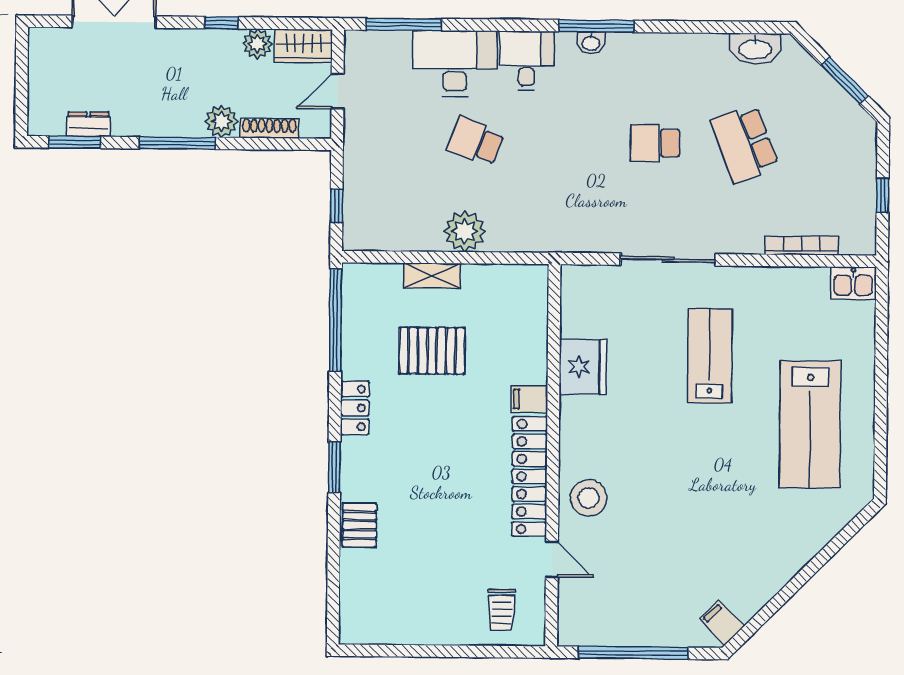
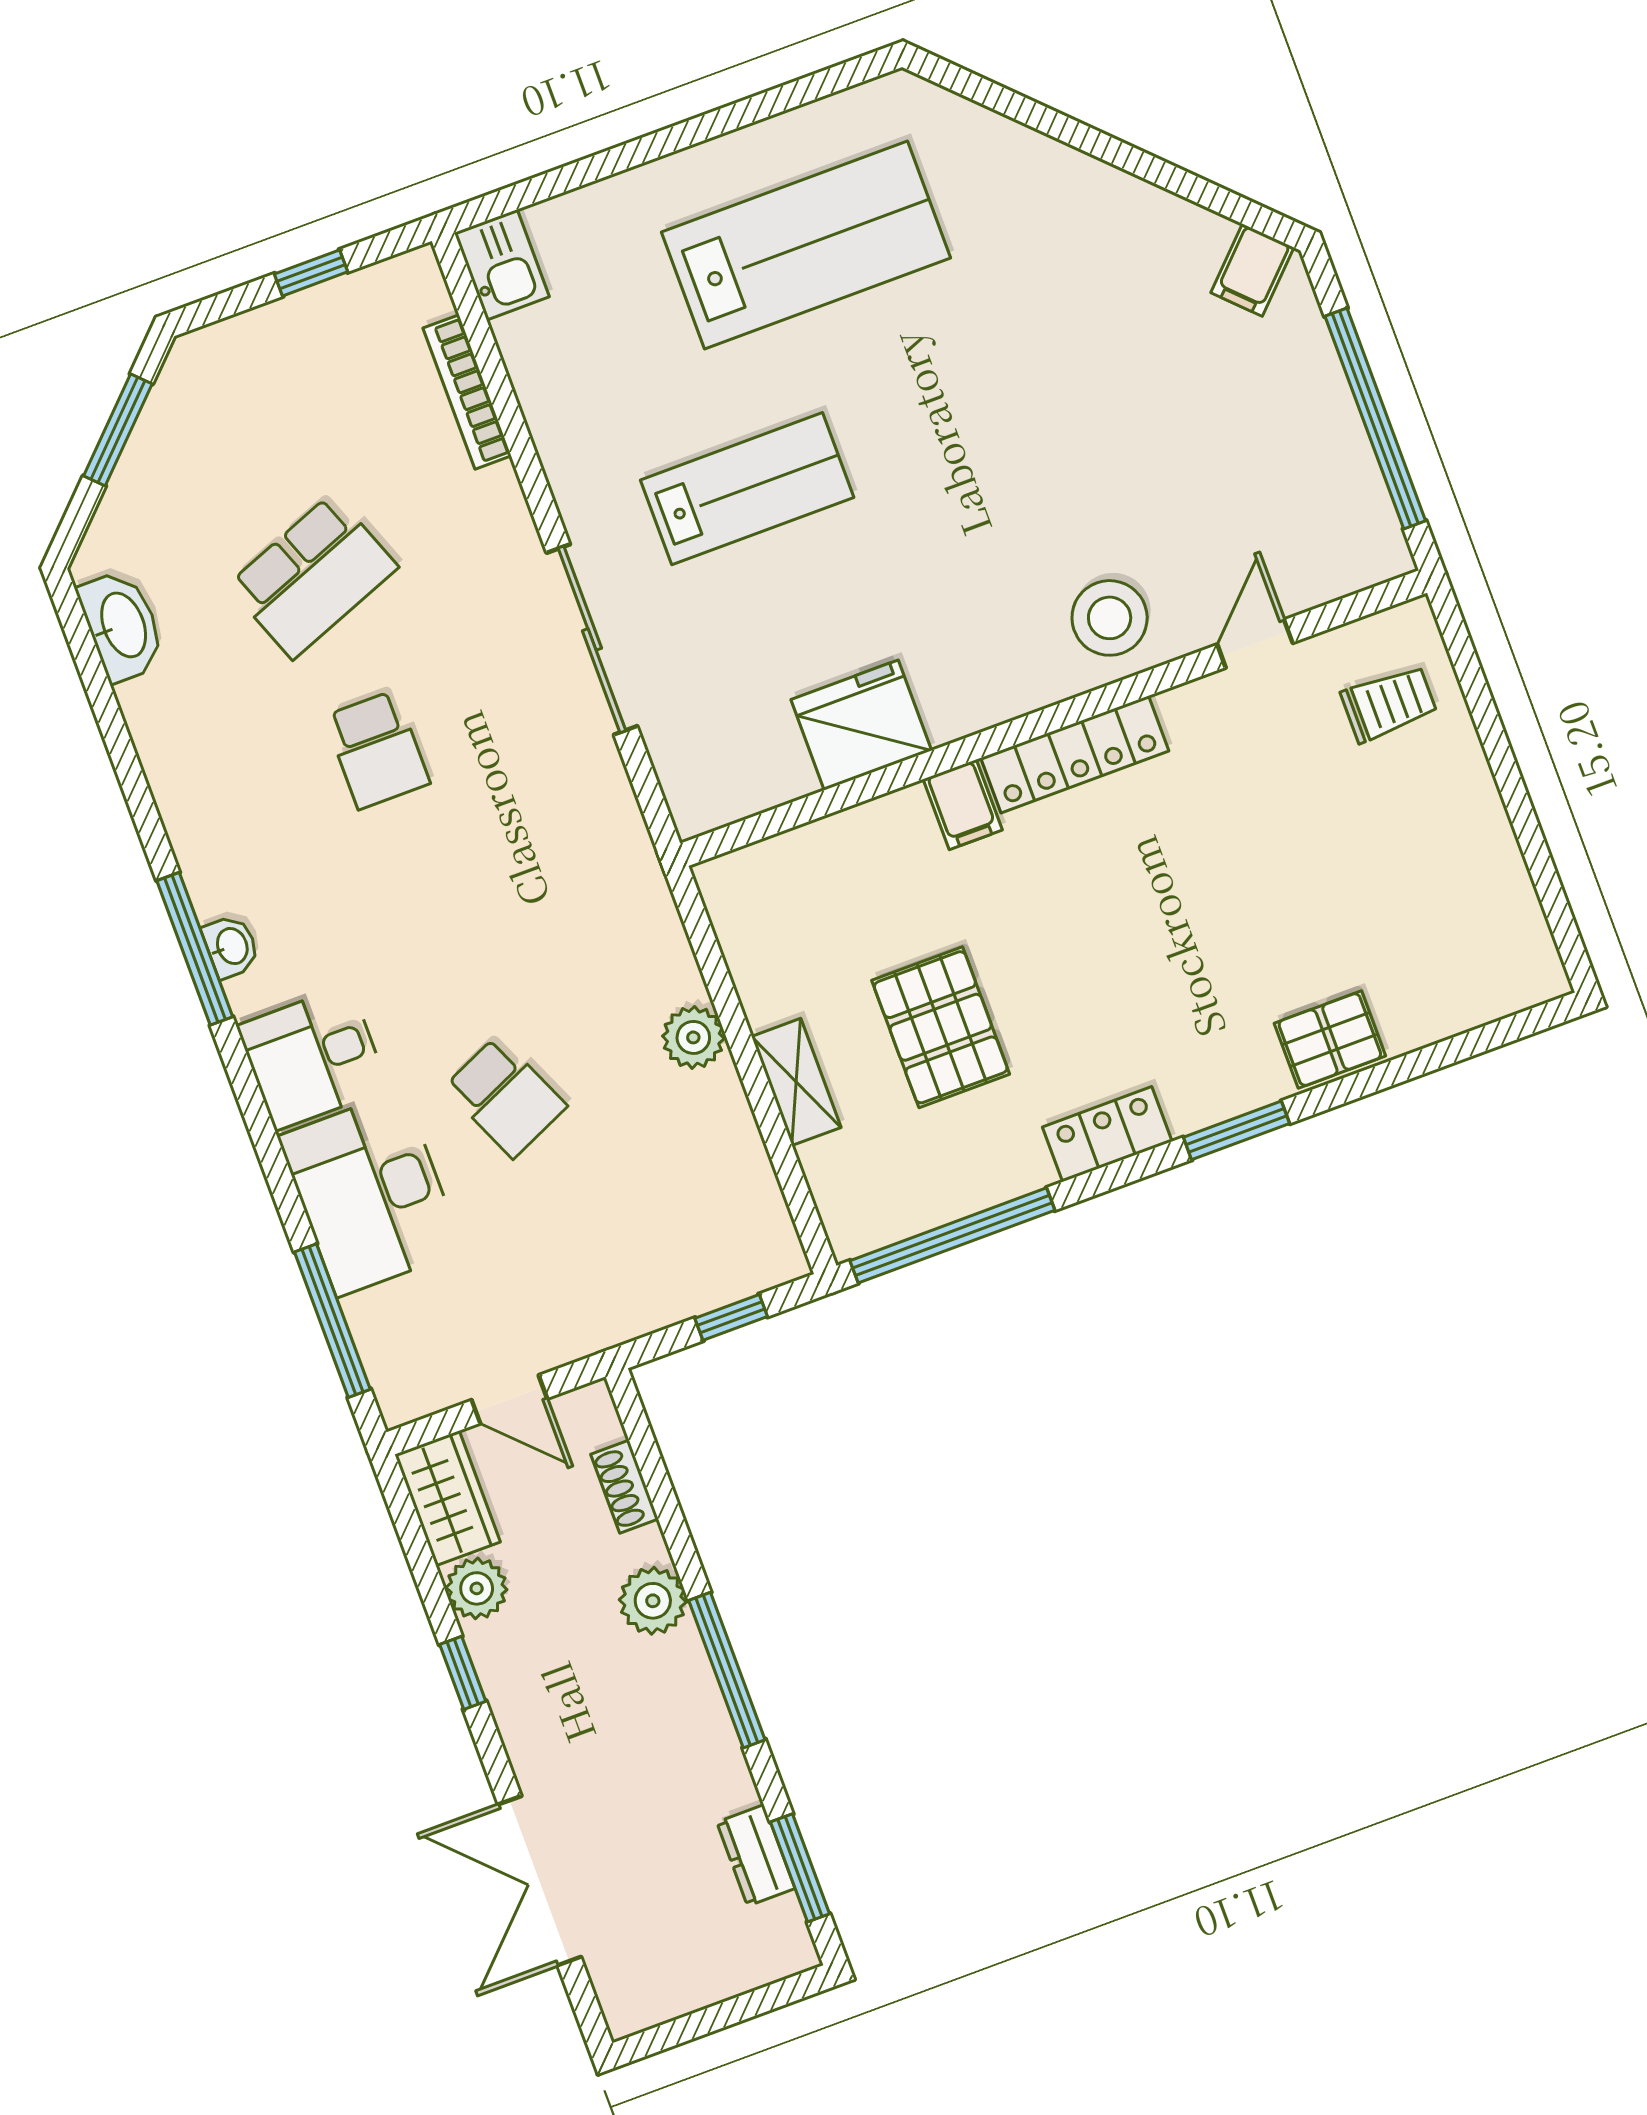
shoe rack: (269, 128) -> (625, 1487), width x0.70
school desk: (475, 141) -> (505, 1097), turned -45
plant: (465, 231) -> (693, 1037), width x0.73, depth x0.73
lab bench: (710, 356) -> (747, 489), turned 180
locker: (529, 477) -> (1075, 754), width x0.71, depth x0.83

